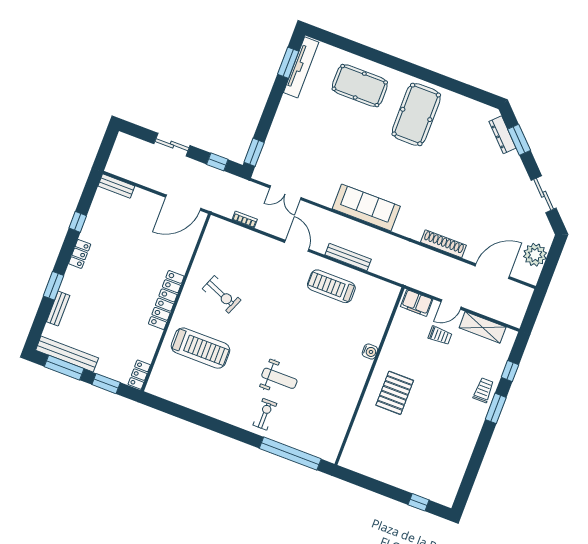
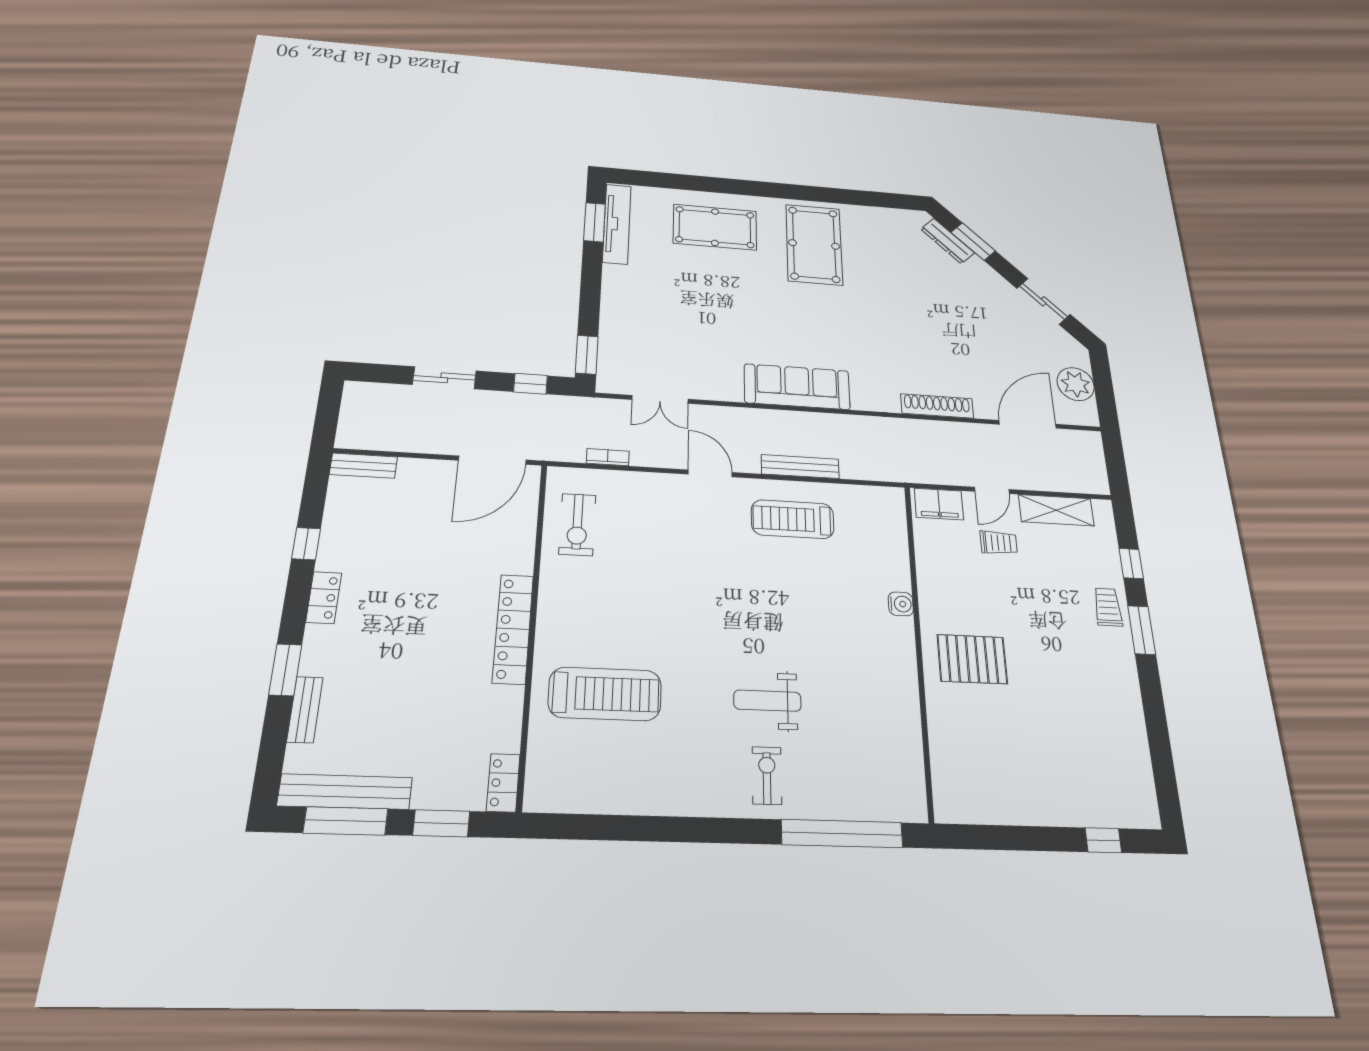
exercise bike: (222, 294) -> (577, 525), moved, turned 68
weight bench: (279, 378) -> (767, 701), turned 180
pallet: (395, 393) -> (972, 659), turned 90

